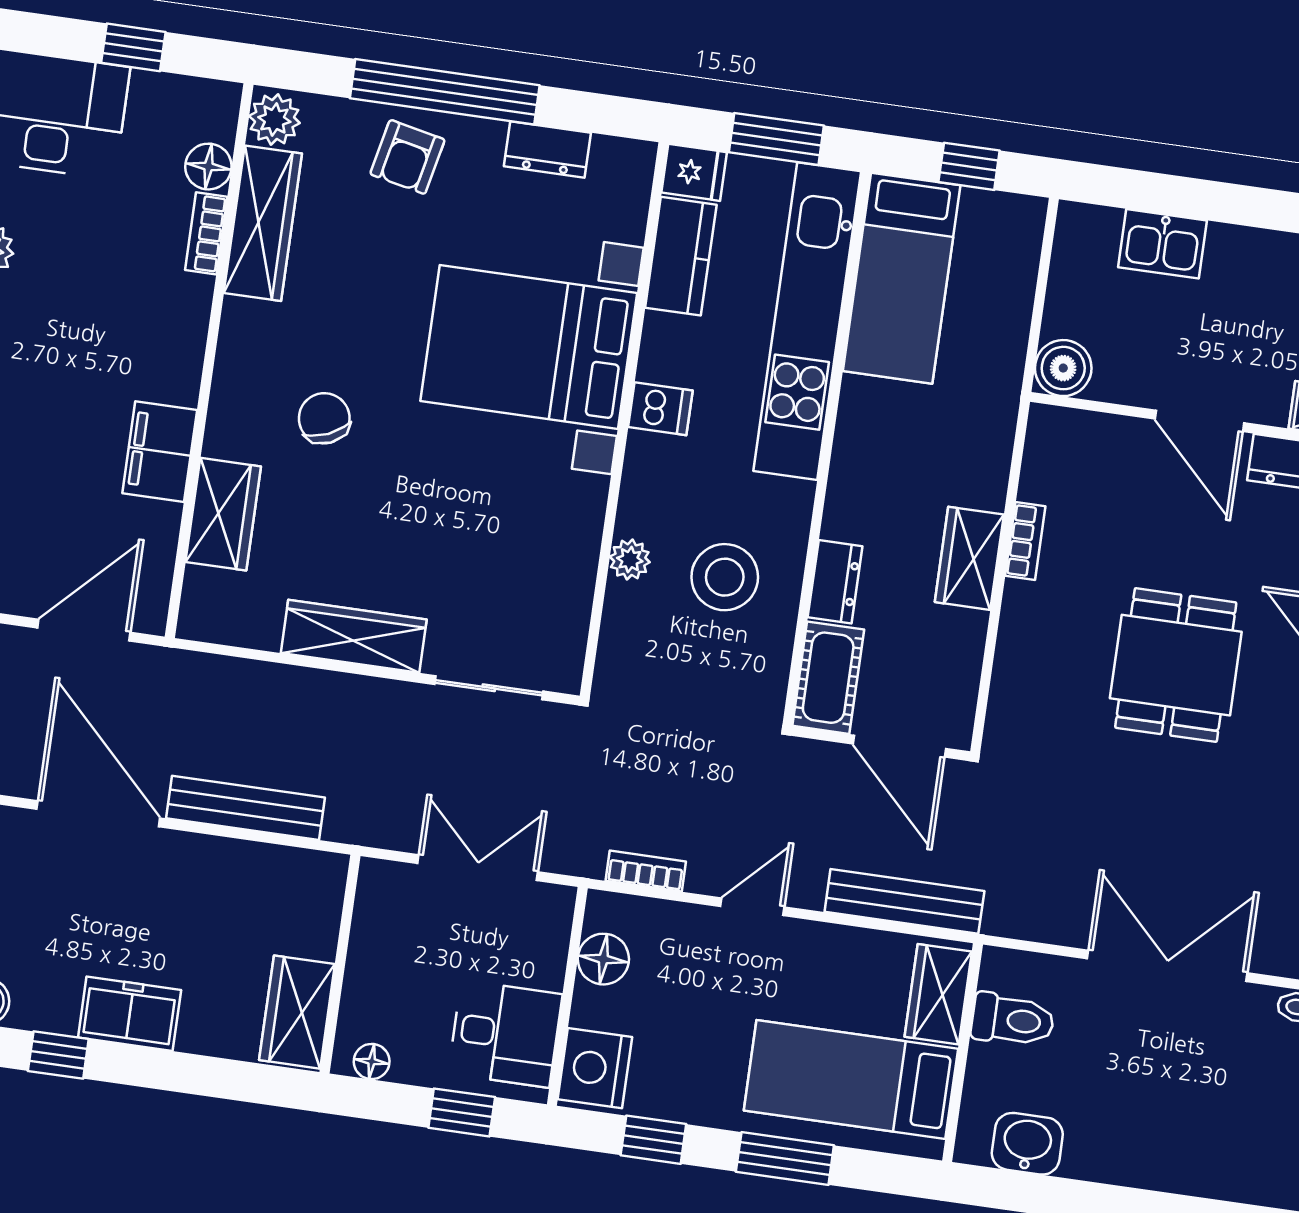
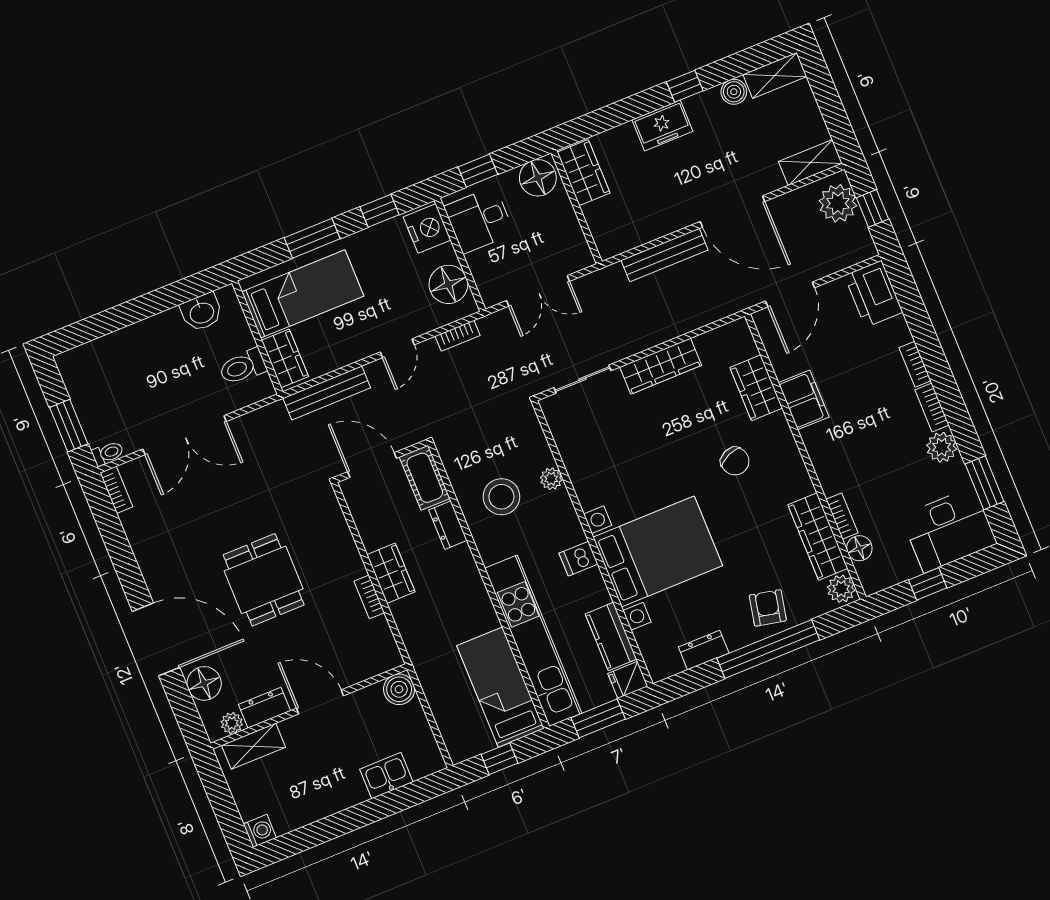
floor lamp: (603, 959) -> (448, 284), width x1.38, depth x1.38
floor lamp: (372, 1061) -> (538, 178), width x1.89, depth x1.89

